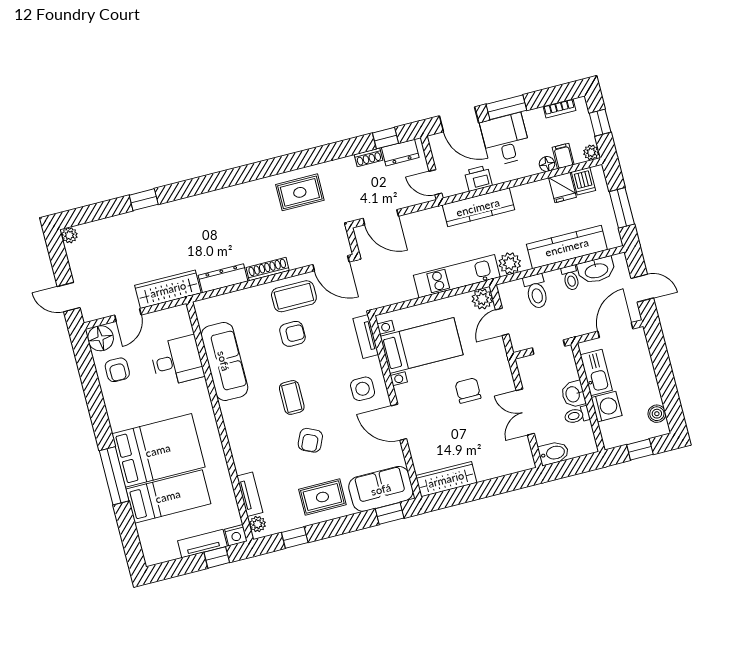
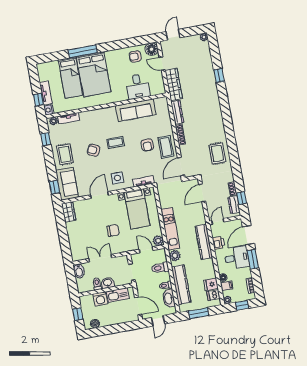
wardrobe: (446, 479) -> (69, 212), width x0.67

